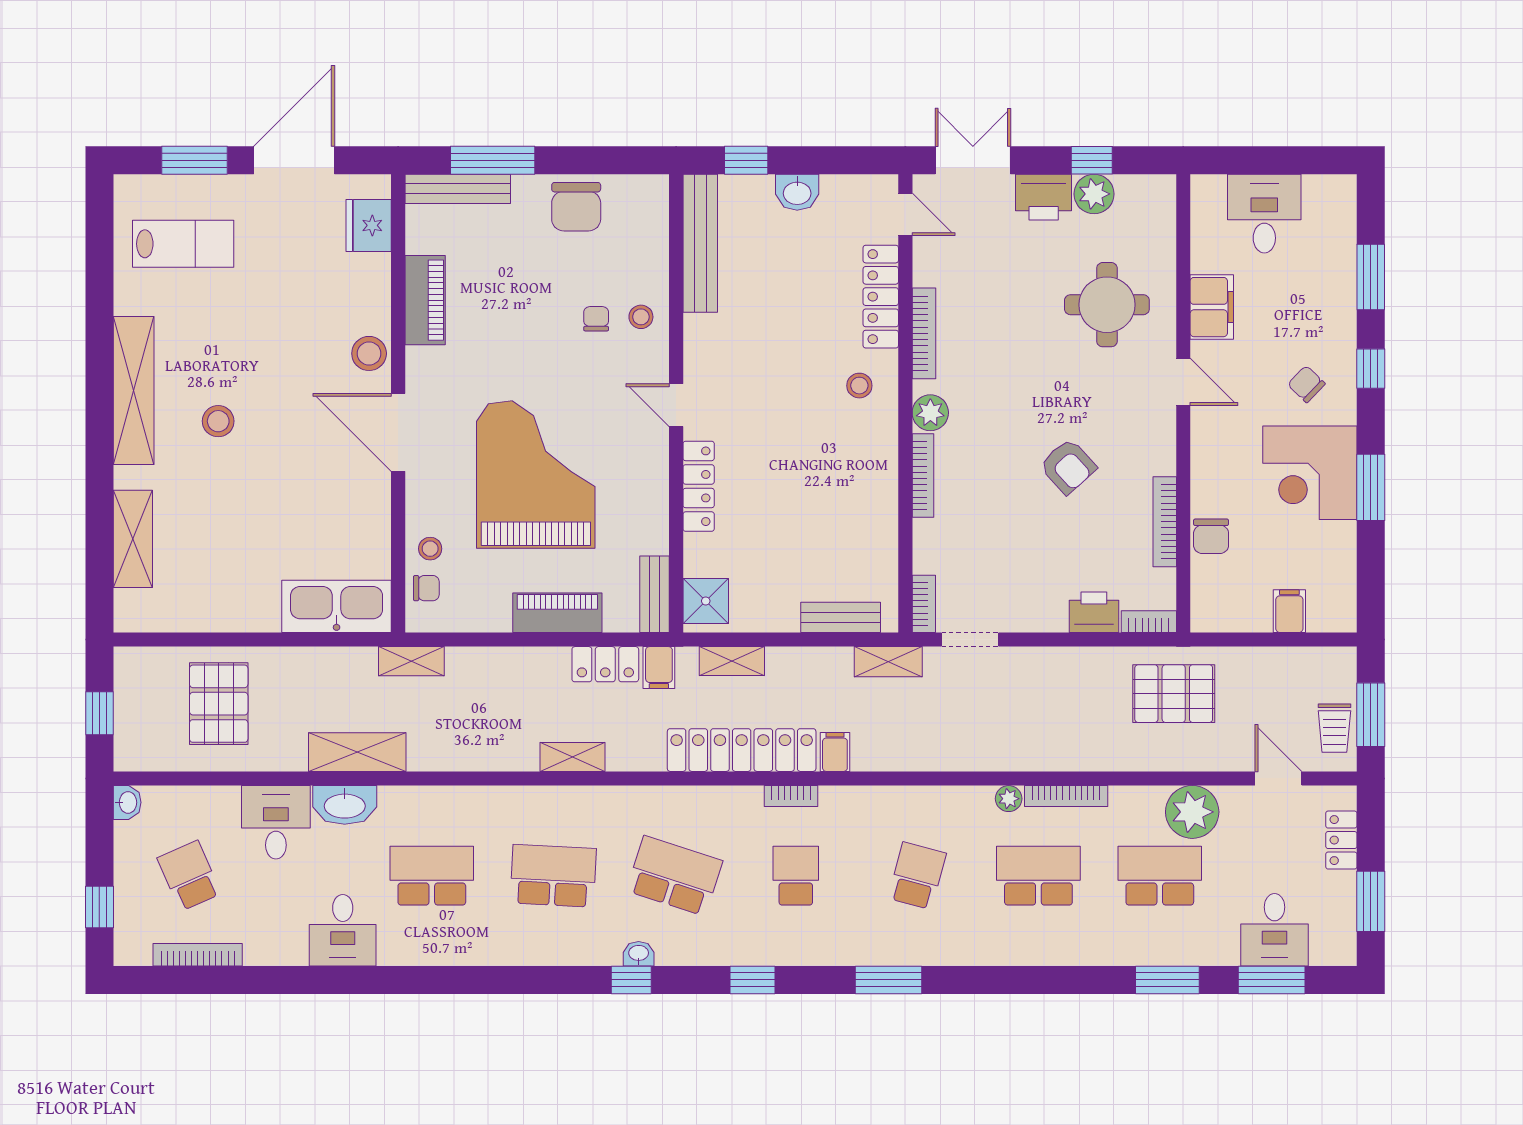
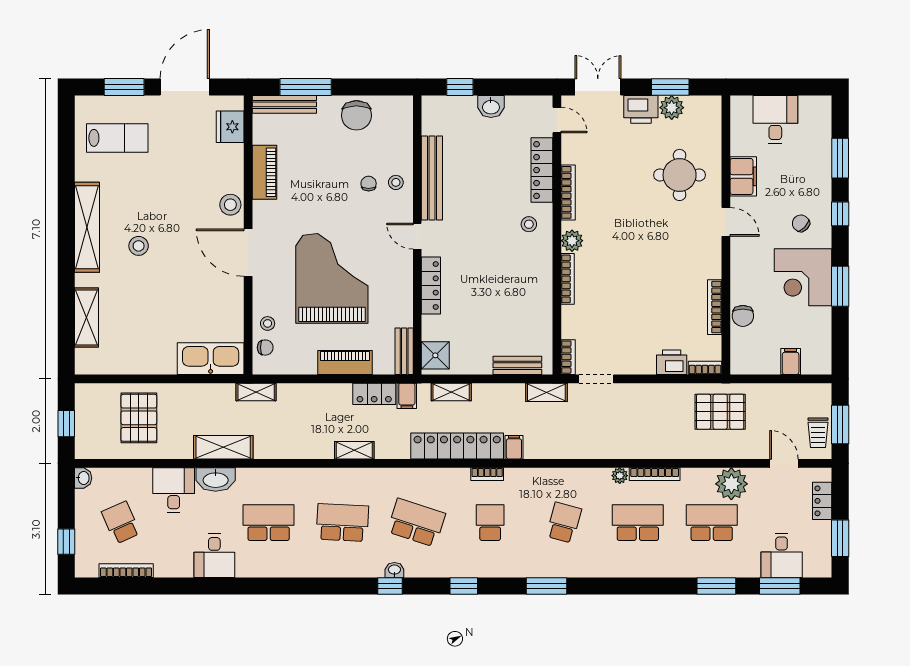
window: (1092, 160) -> (670, 87), width x1.50
bench: (700, 243) -> (432, 178), moved
armchair: (1068, 466) -> (656, 273), removed

